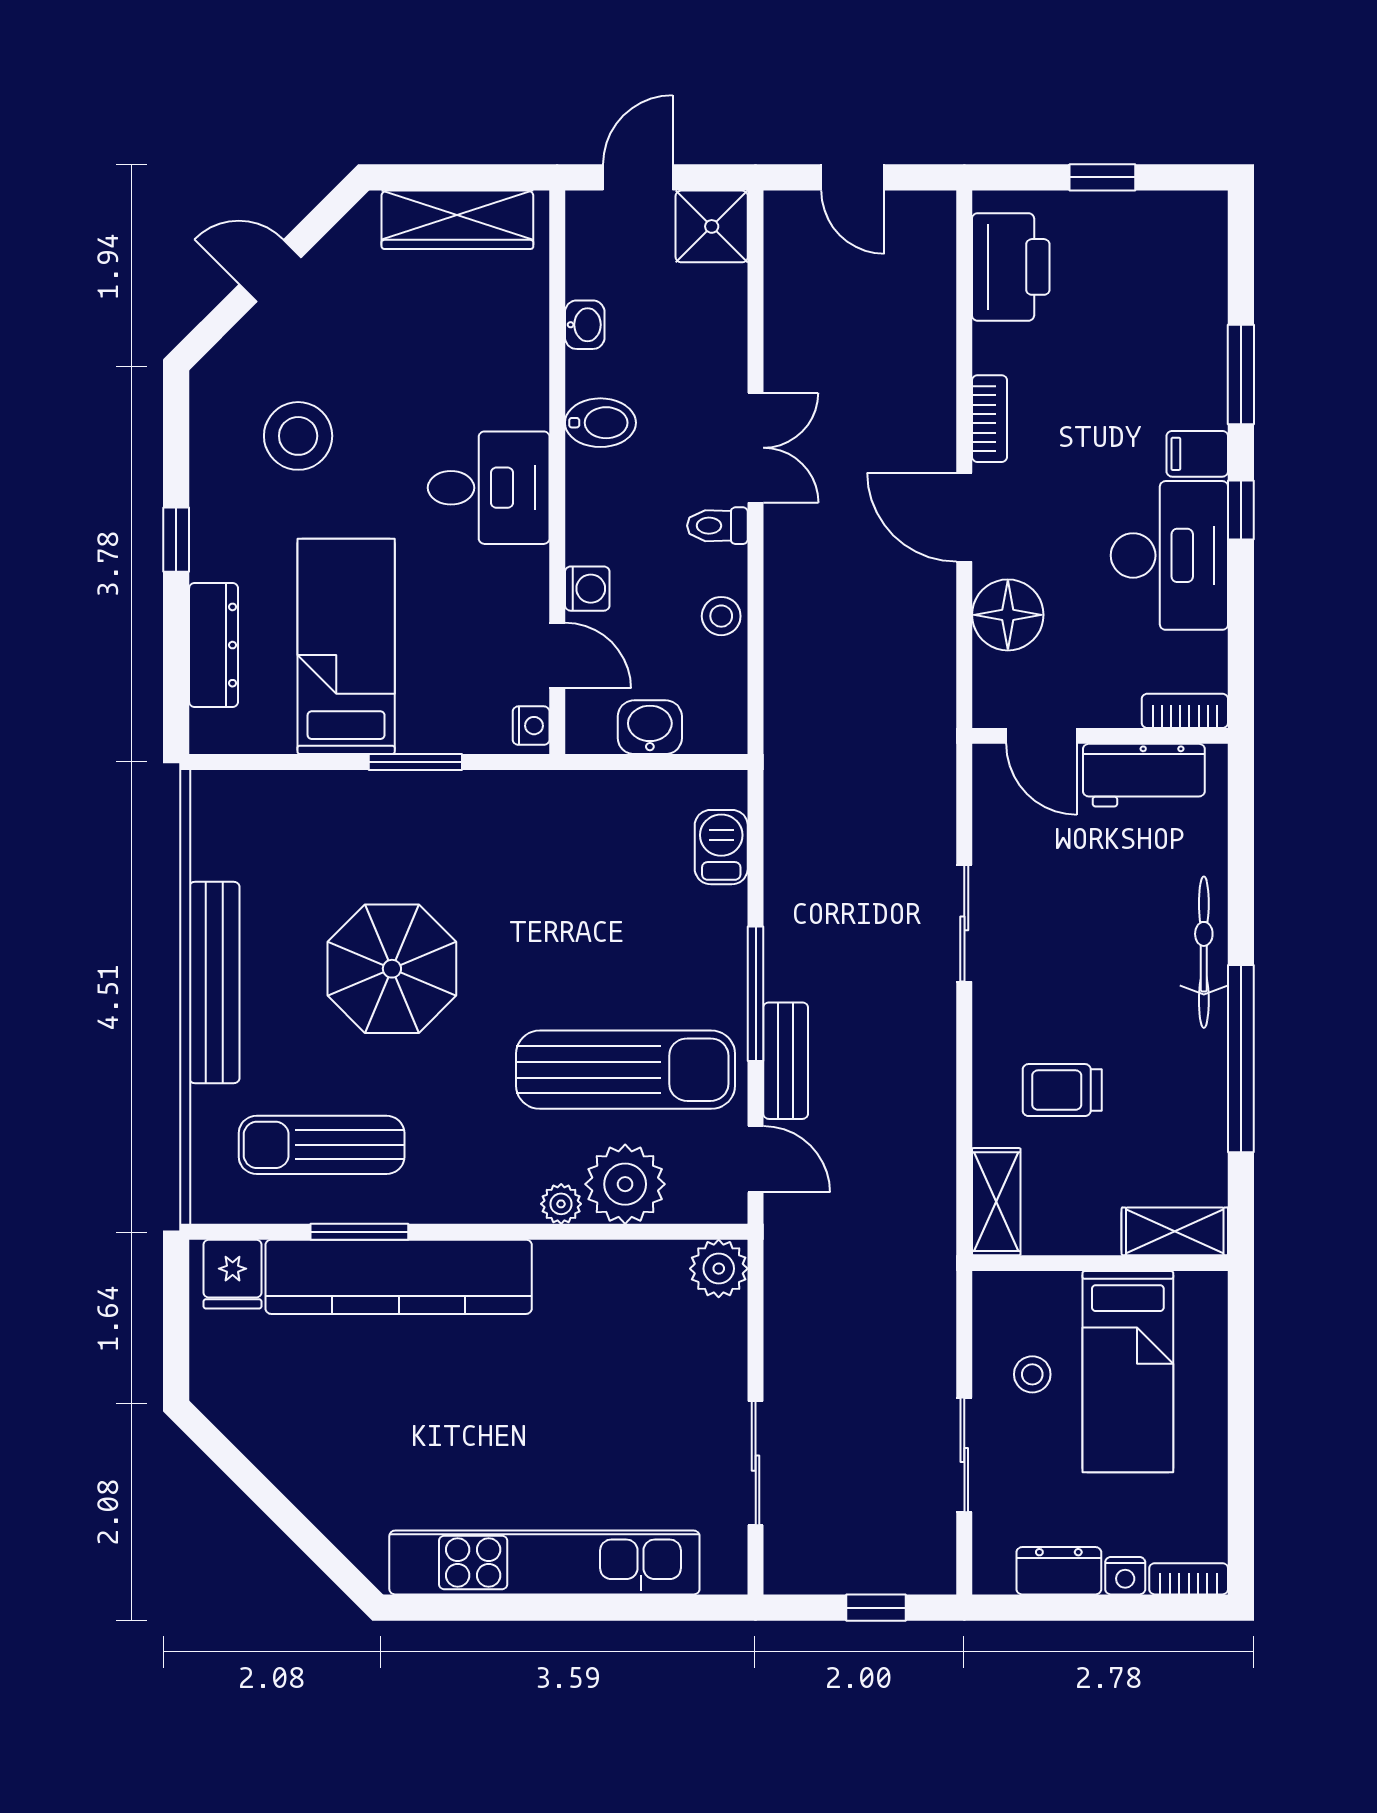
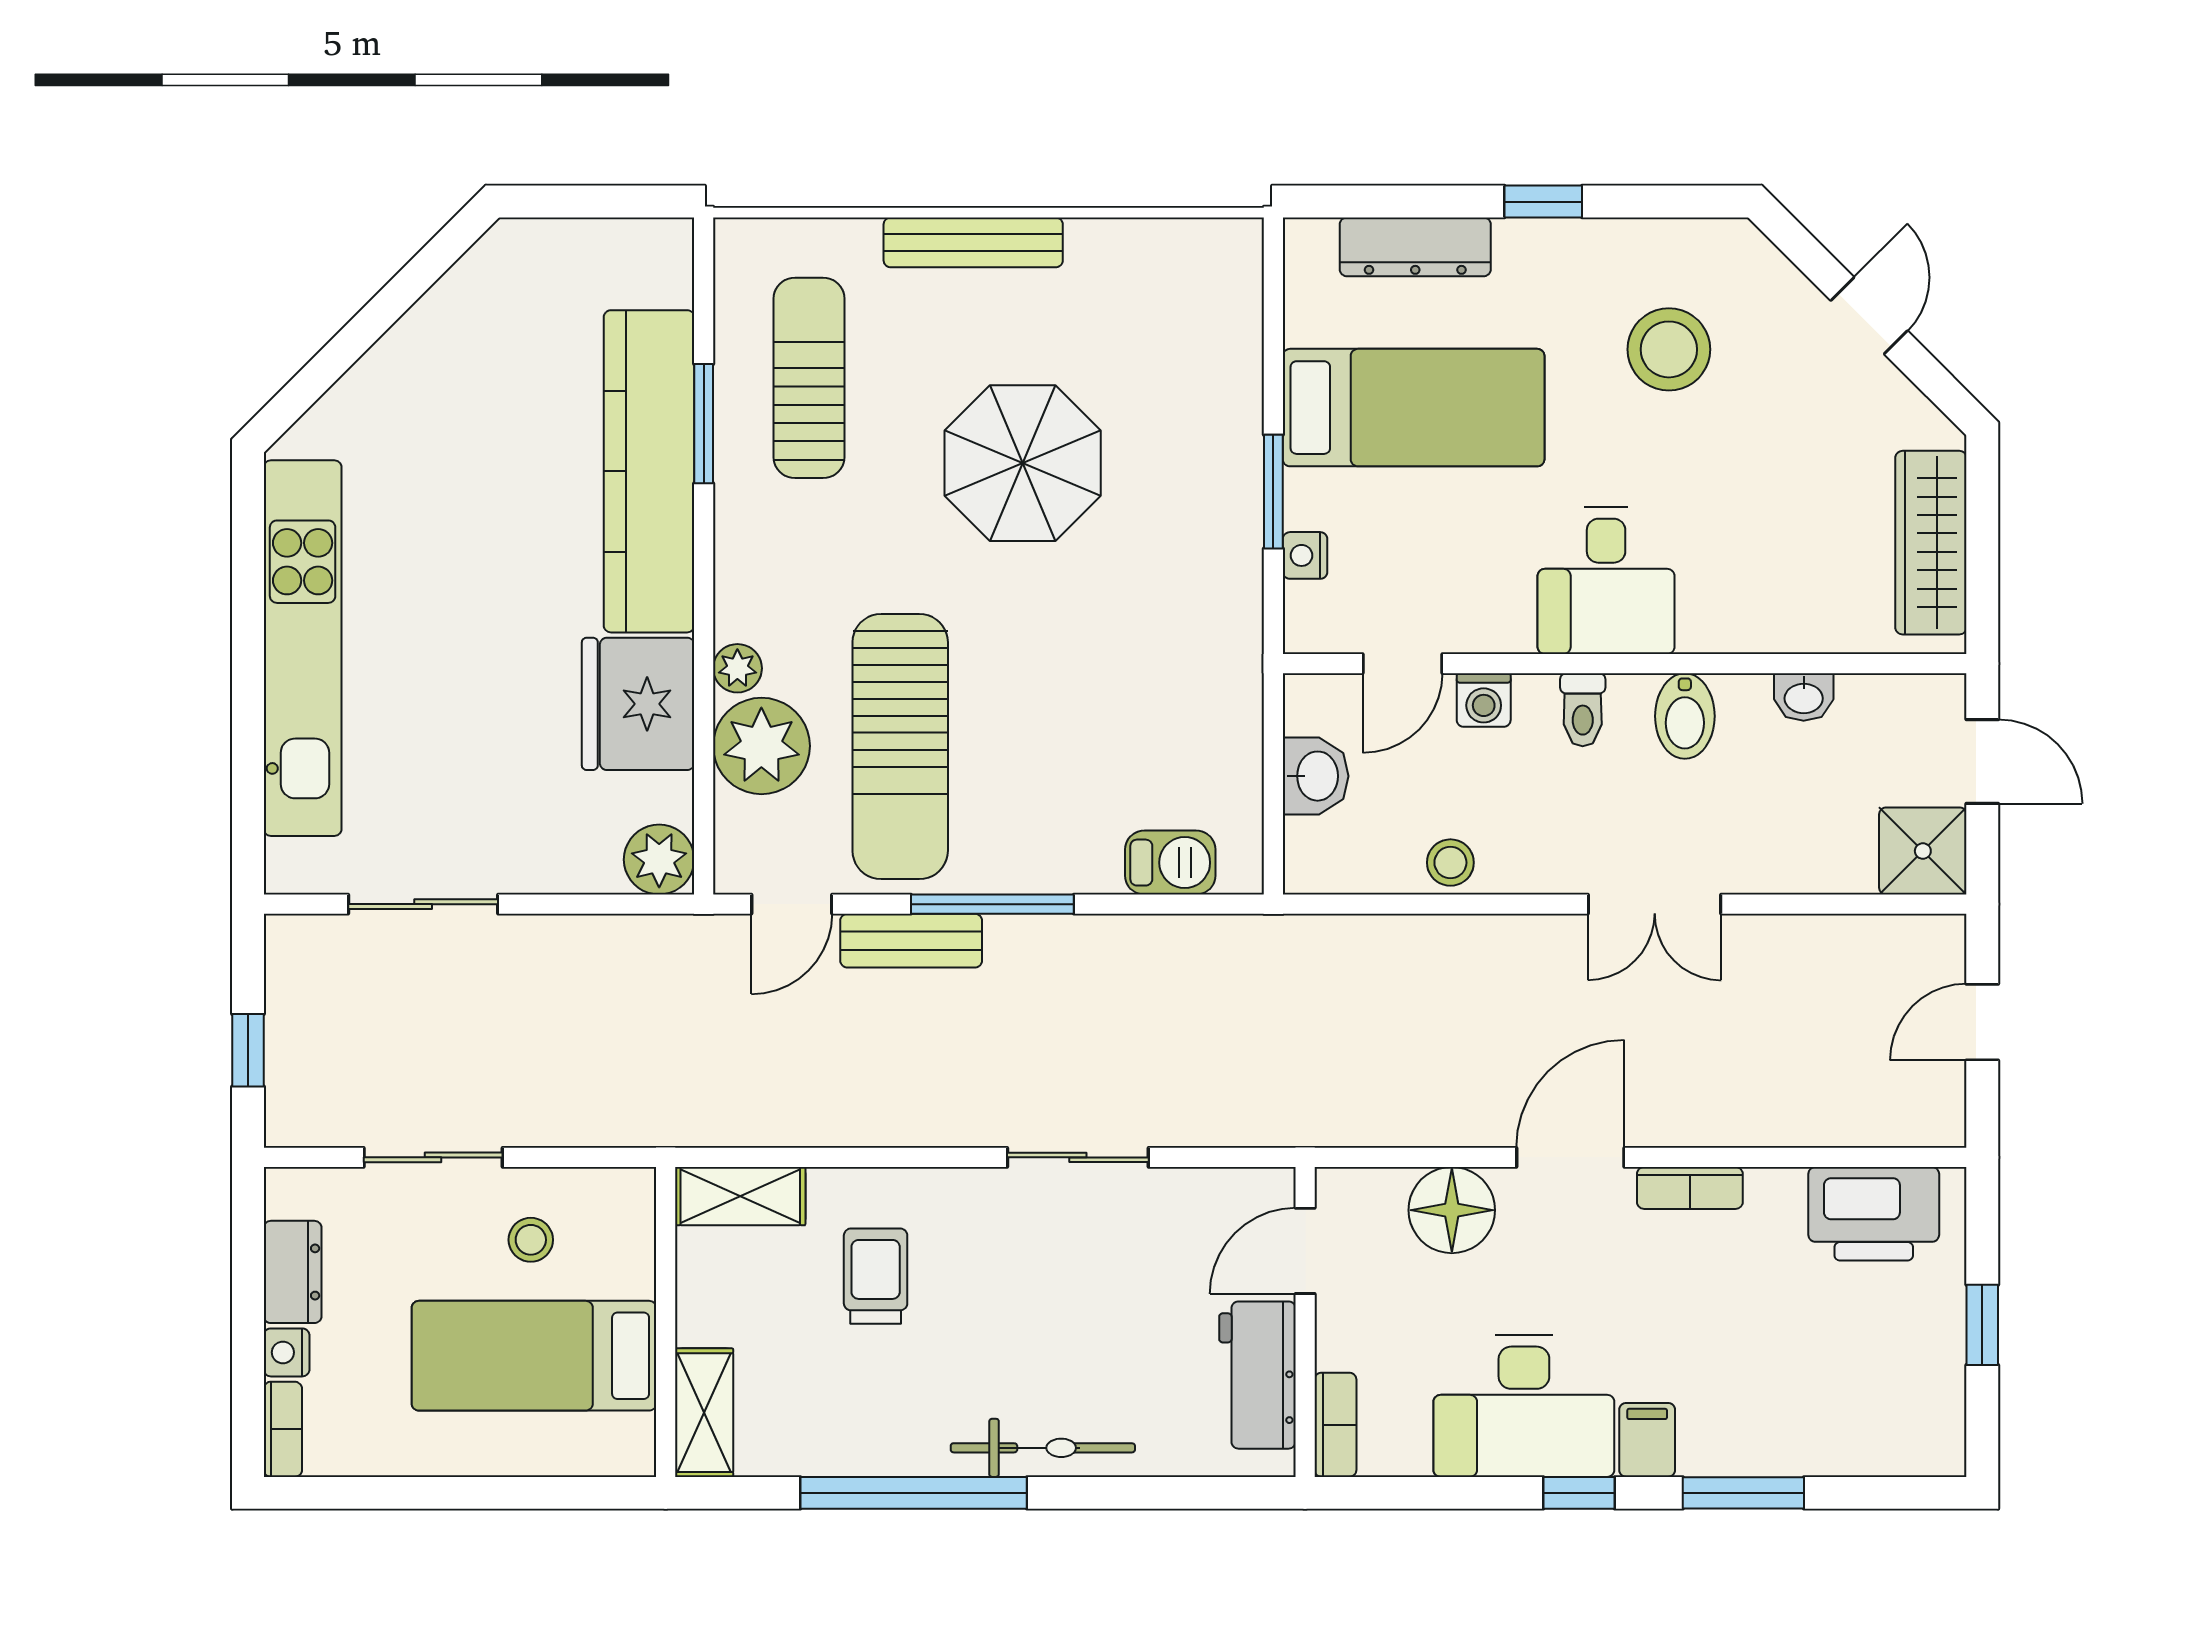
toilet: (717, 526) -> (1583, 710), moved, turned 180
nightstand: (531, 726) -> (1305, 555), moved, turned 90
bench: (214, 982) -> (973, 242), width x0.73, depth x0.82
fridge: (233, 1274) -> (638, 704), moved, width x1.88, depth x1.34

